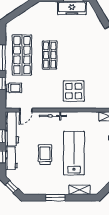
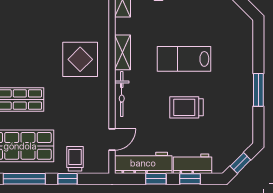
door: (26, 110) -> (112, 139), hinge flipped
lab bench: (74, 153) -> (184, 59), width x0.73, depth x0.72
shelving: (79, 190) -> (122, 52), moved

